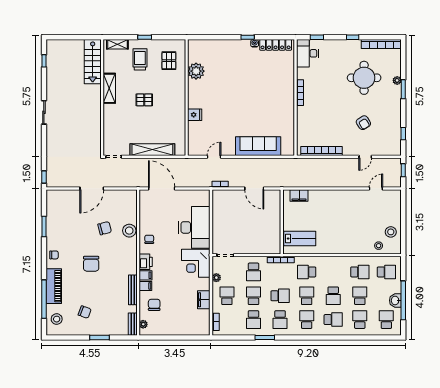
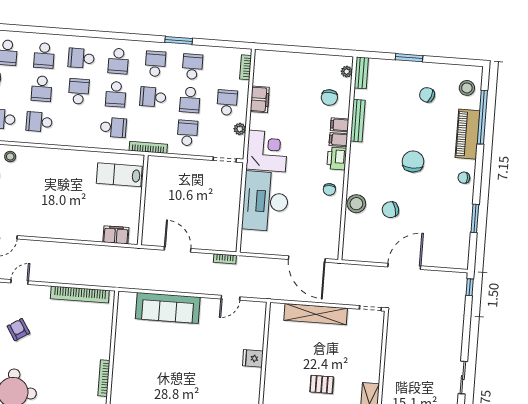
school desk: (227, 296) -> (227, 103), turned 180

